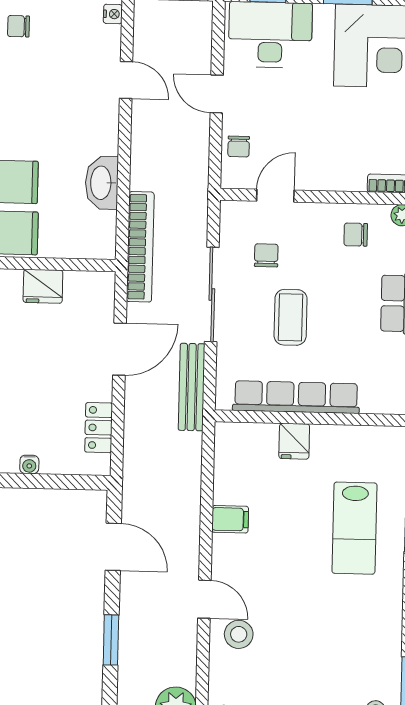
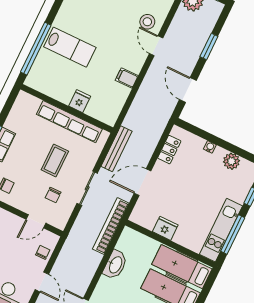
sliding door: (212, 294) -> (87, 188), width x0.73
lab bench: (354, 528) -> (70, 47), turned 90

